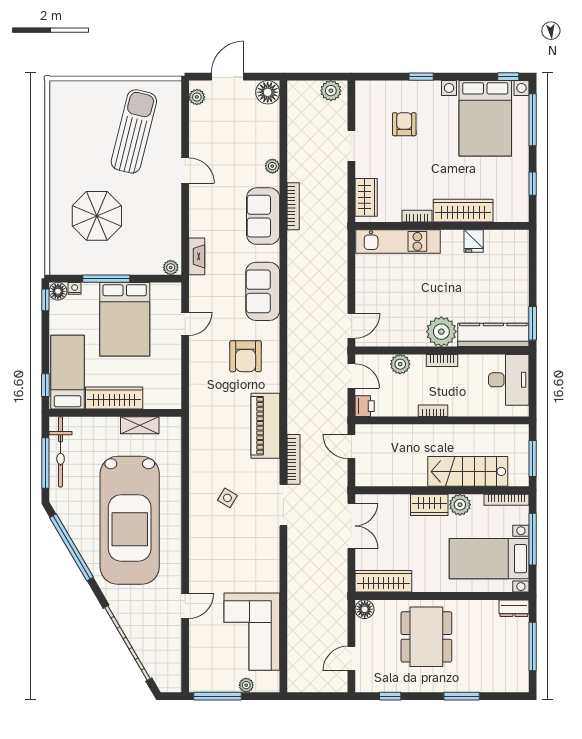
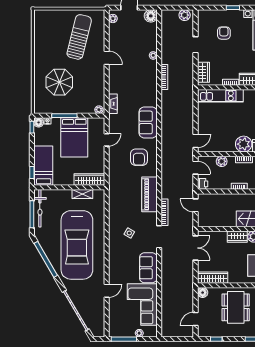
sofa: (263, 216) -> (148, 268), moved
wardrobe: (114, 398) -> (89, 180), moved

